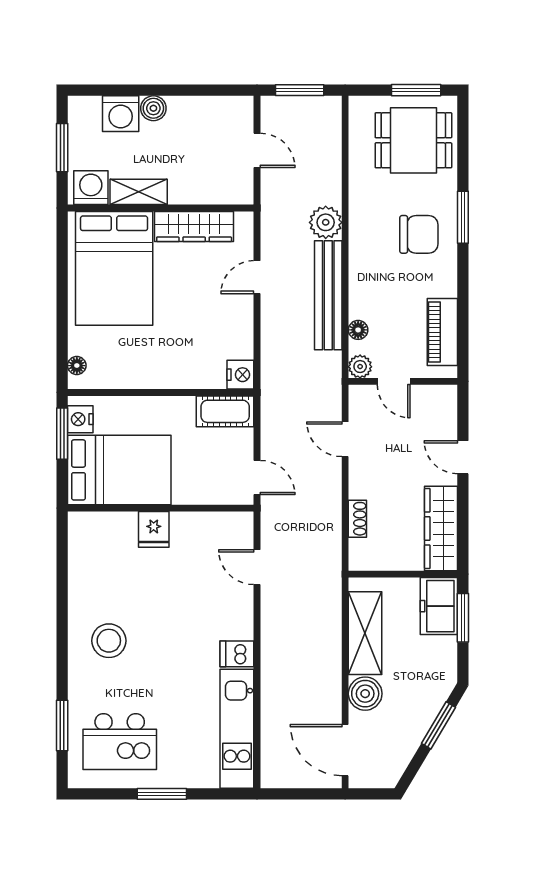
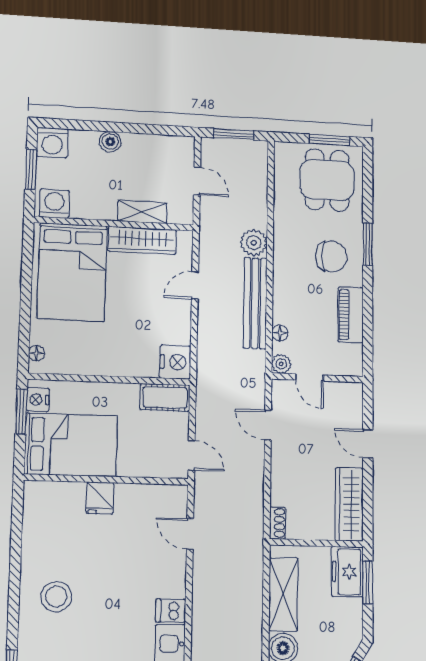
washing machine: (121, 114) -> (52, 143), moved
dining table: (413, 140) -> (327, 180), turned 90
shelving: (139, 192) -> (142, 212), moved
piano: (442, 332) -> (351, 315), moved
nightstand: (240, 375) -> (175, 362), width x1.36, depth x1.33
shoe rack: (357, 519) -> (277, 523), moved

